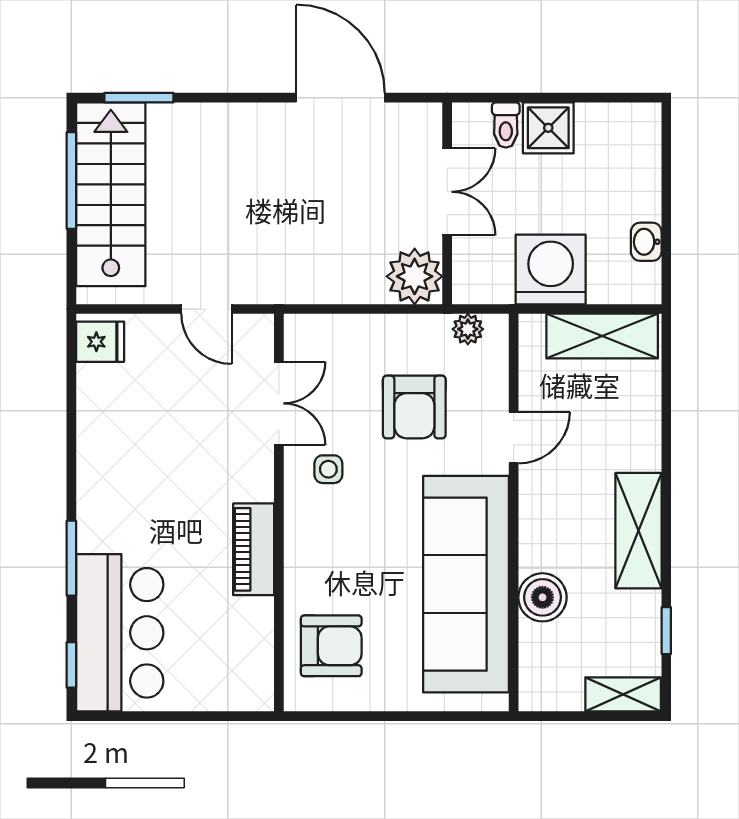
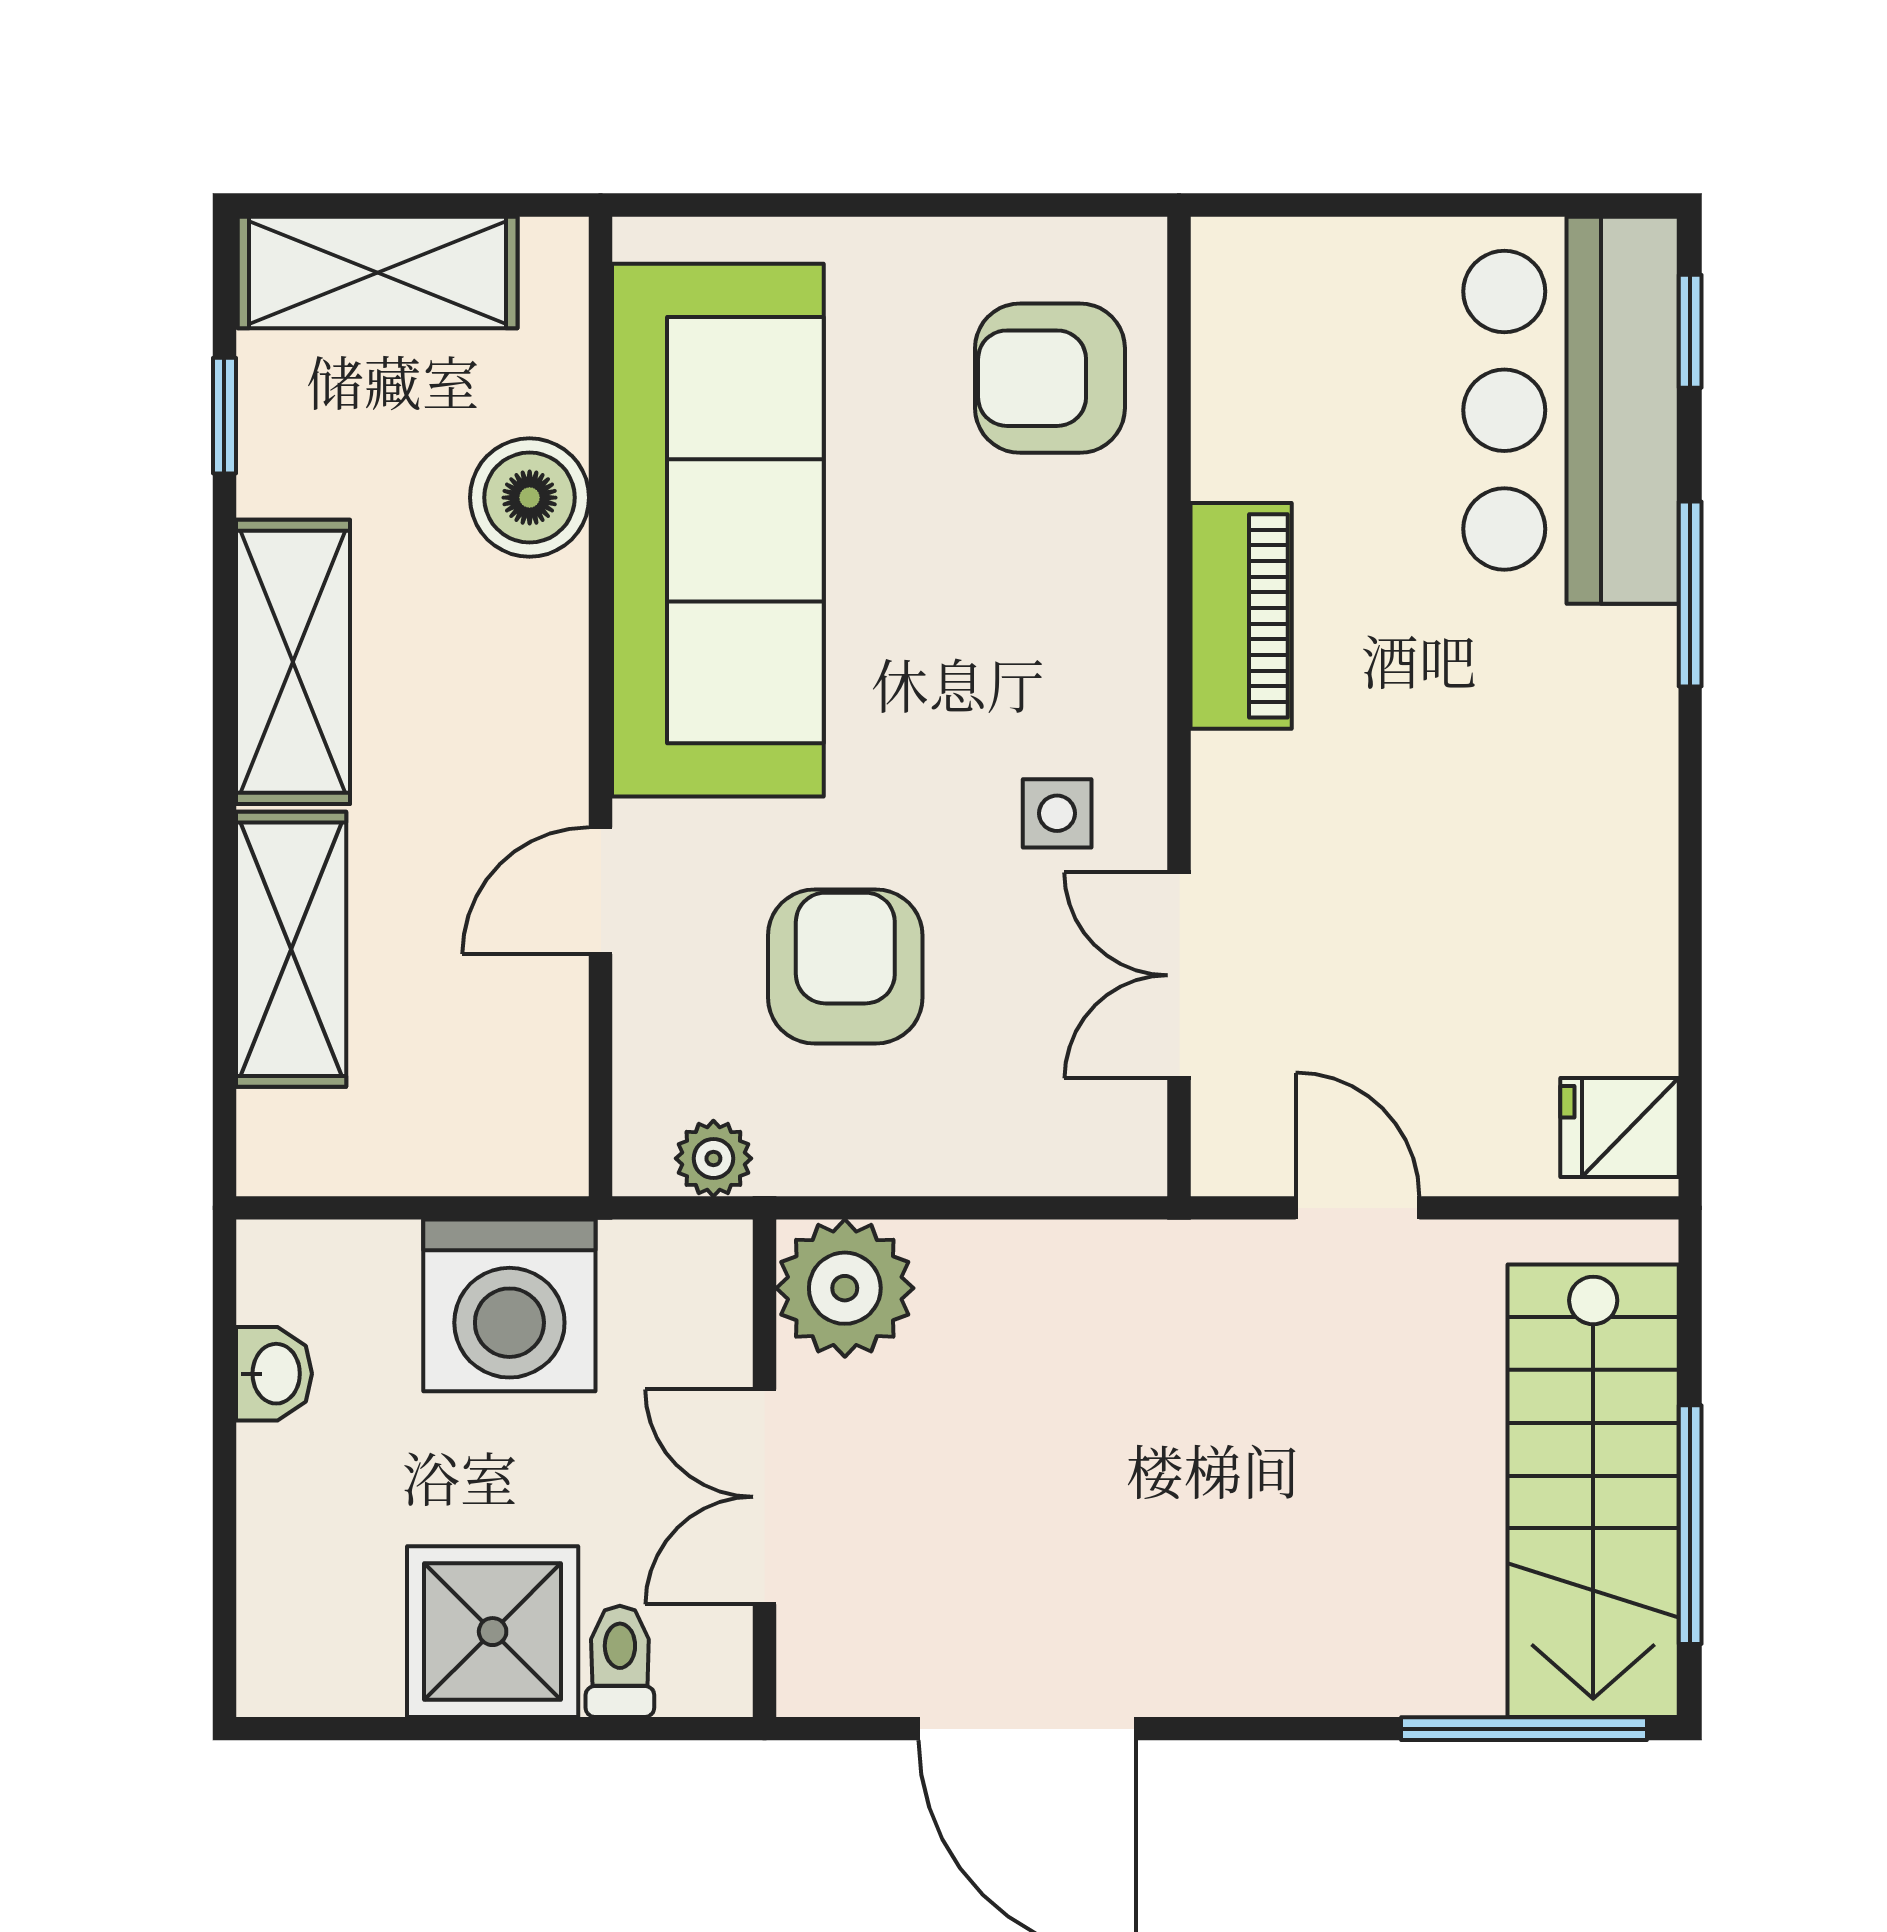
window: (139, 98) -> (1524, 1729), width x1.44
shower: (548, 128) -> (493, 1632), width x1.36, depth x1.36
shelving: (602, 336) -> (291, 949), moved, turned 90
shelving: (623, 694) -> (378, 273), width x1.50, depth x1.33

